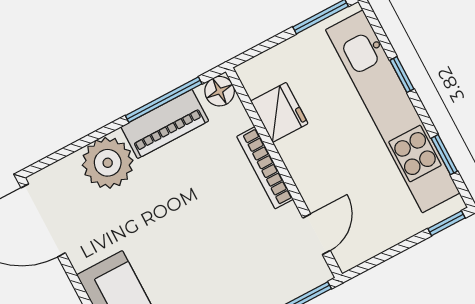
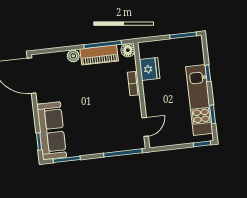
kitchen unit: (393, 111) -> (199, 100), width x0.73
plant: (108, 163) -> (73, 56), width x0.53, depth x0.53
bookcase: (265, 168) -> (134, 84), width x0.64

